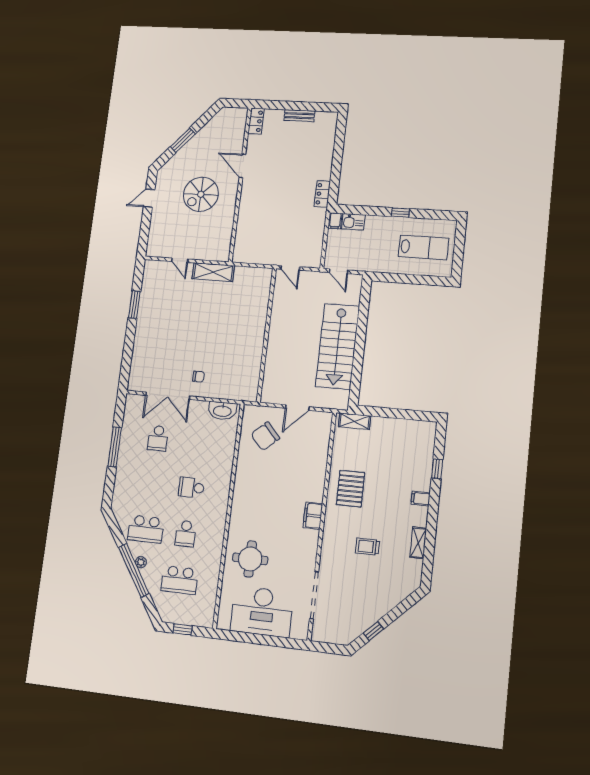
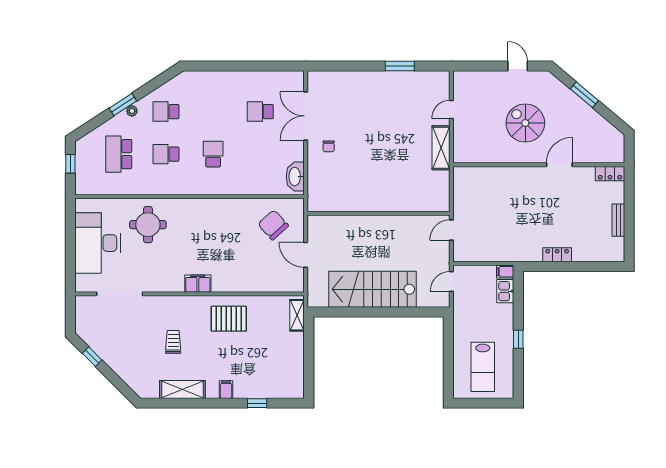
locker: (322, 194) -> (557, 255), moved
window: (115, 447) -> (247, 66), removed
school desk: (146, 529) -> (166, 112), width x0.54
shelving: (418, 543) -> (182, 389), width x1.50, depth x1.33
window: (134, 570) -> (123, 105), width x0.47

